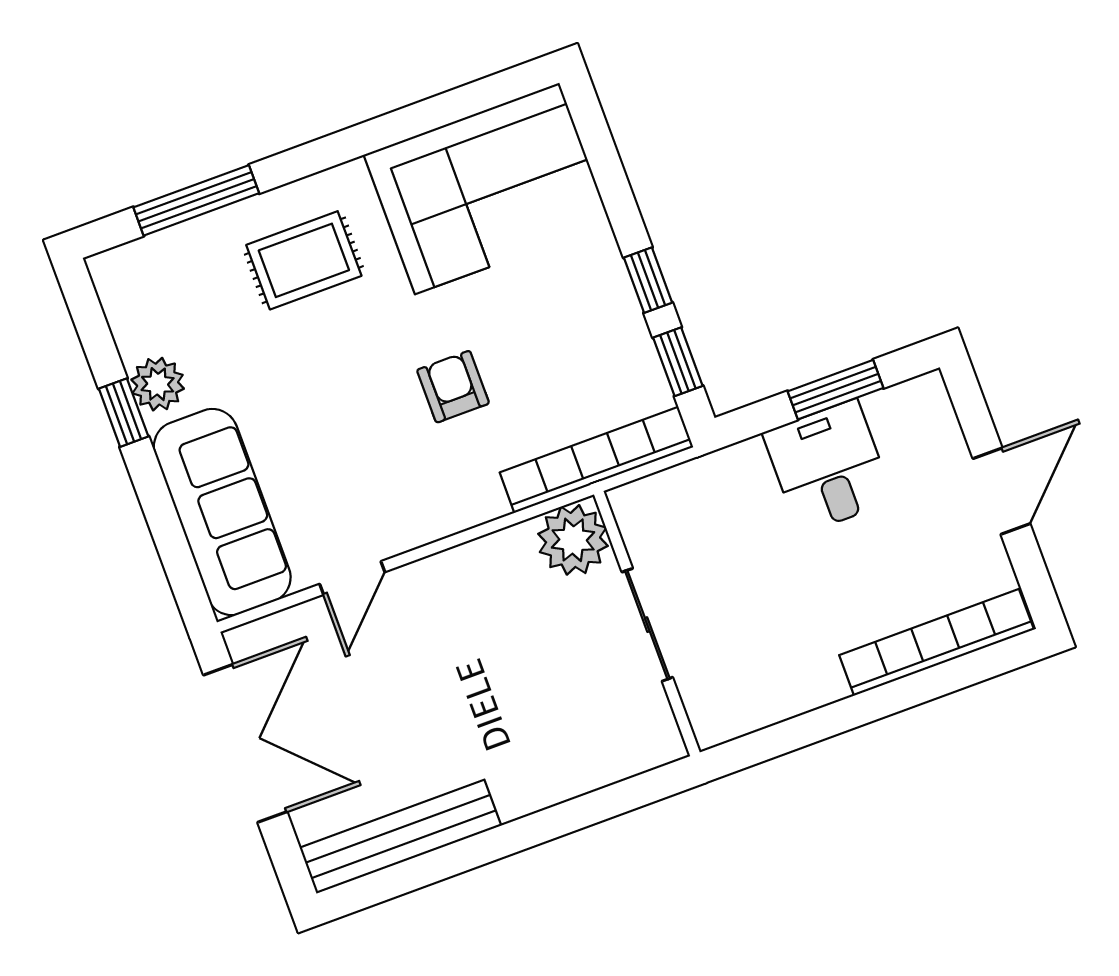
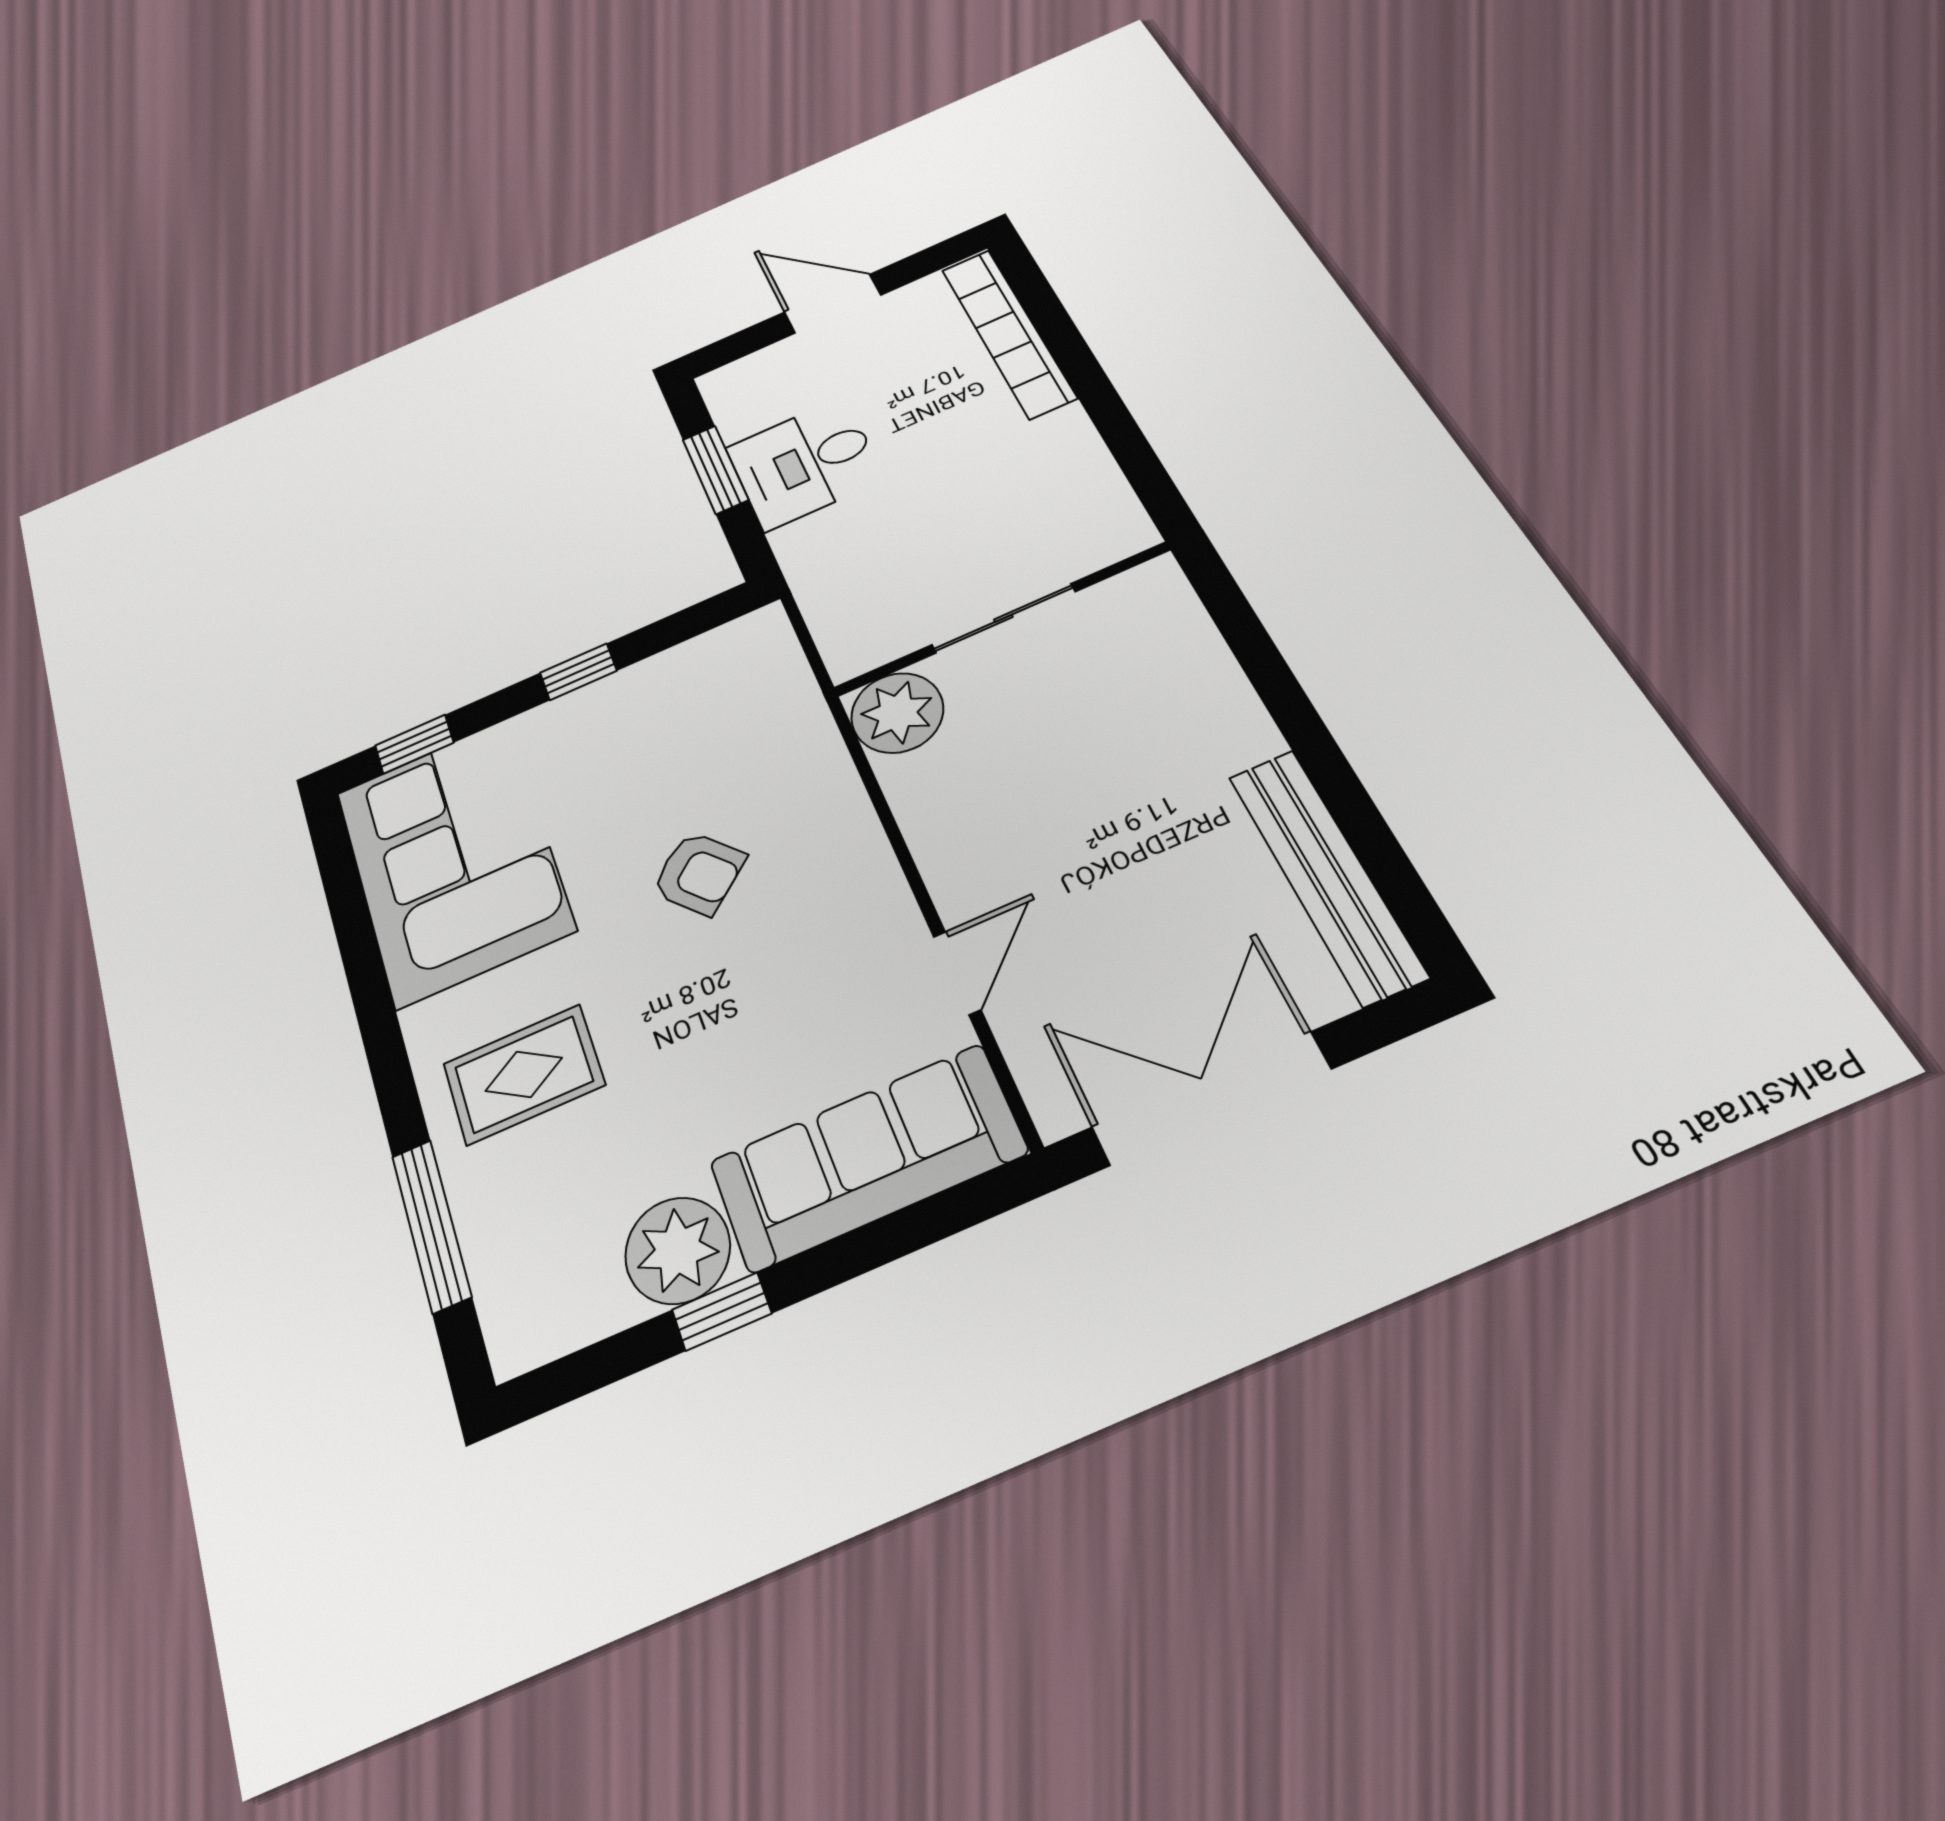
rug: (304, 260) -> (524, 1074), turned 90
window: (678, 362) -> (414, 744), moved
plant: (158, 384) -> (678, 1250), width x1.36, depth x1.36
armchair: (453, 387) -> (699, 873), turned -131
bookcase: (596, 460) -> (795, 699), removed
door: (352, 578) -> (957, 973), hinge flipped

